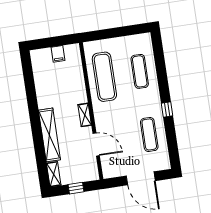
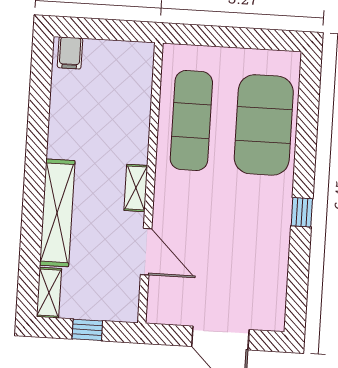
filing cabinet: (58, 54) -> (70, 53), moved
exercise mat: (140, 71) -> (264, 125), width x2.00, depth x1.45
exercise mat: (149, 134) -> (256, 254), removed

